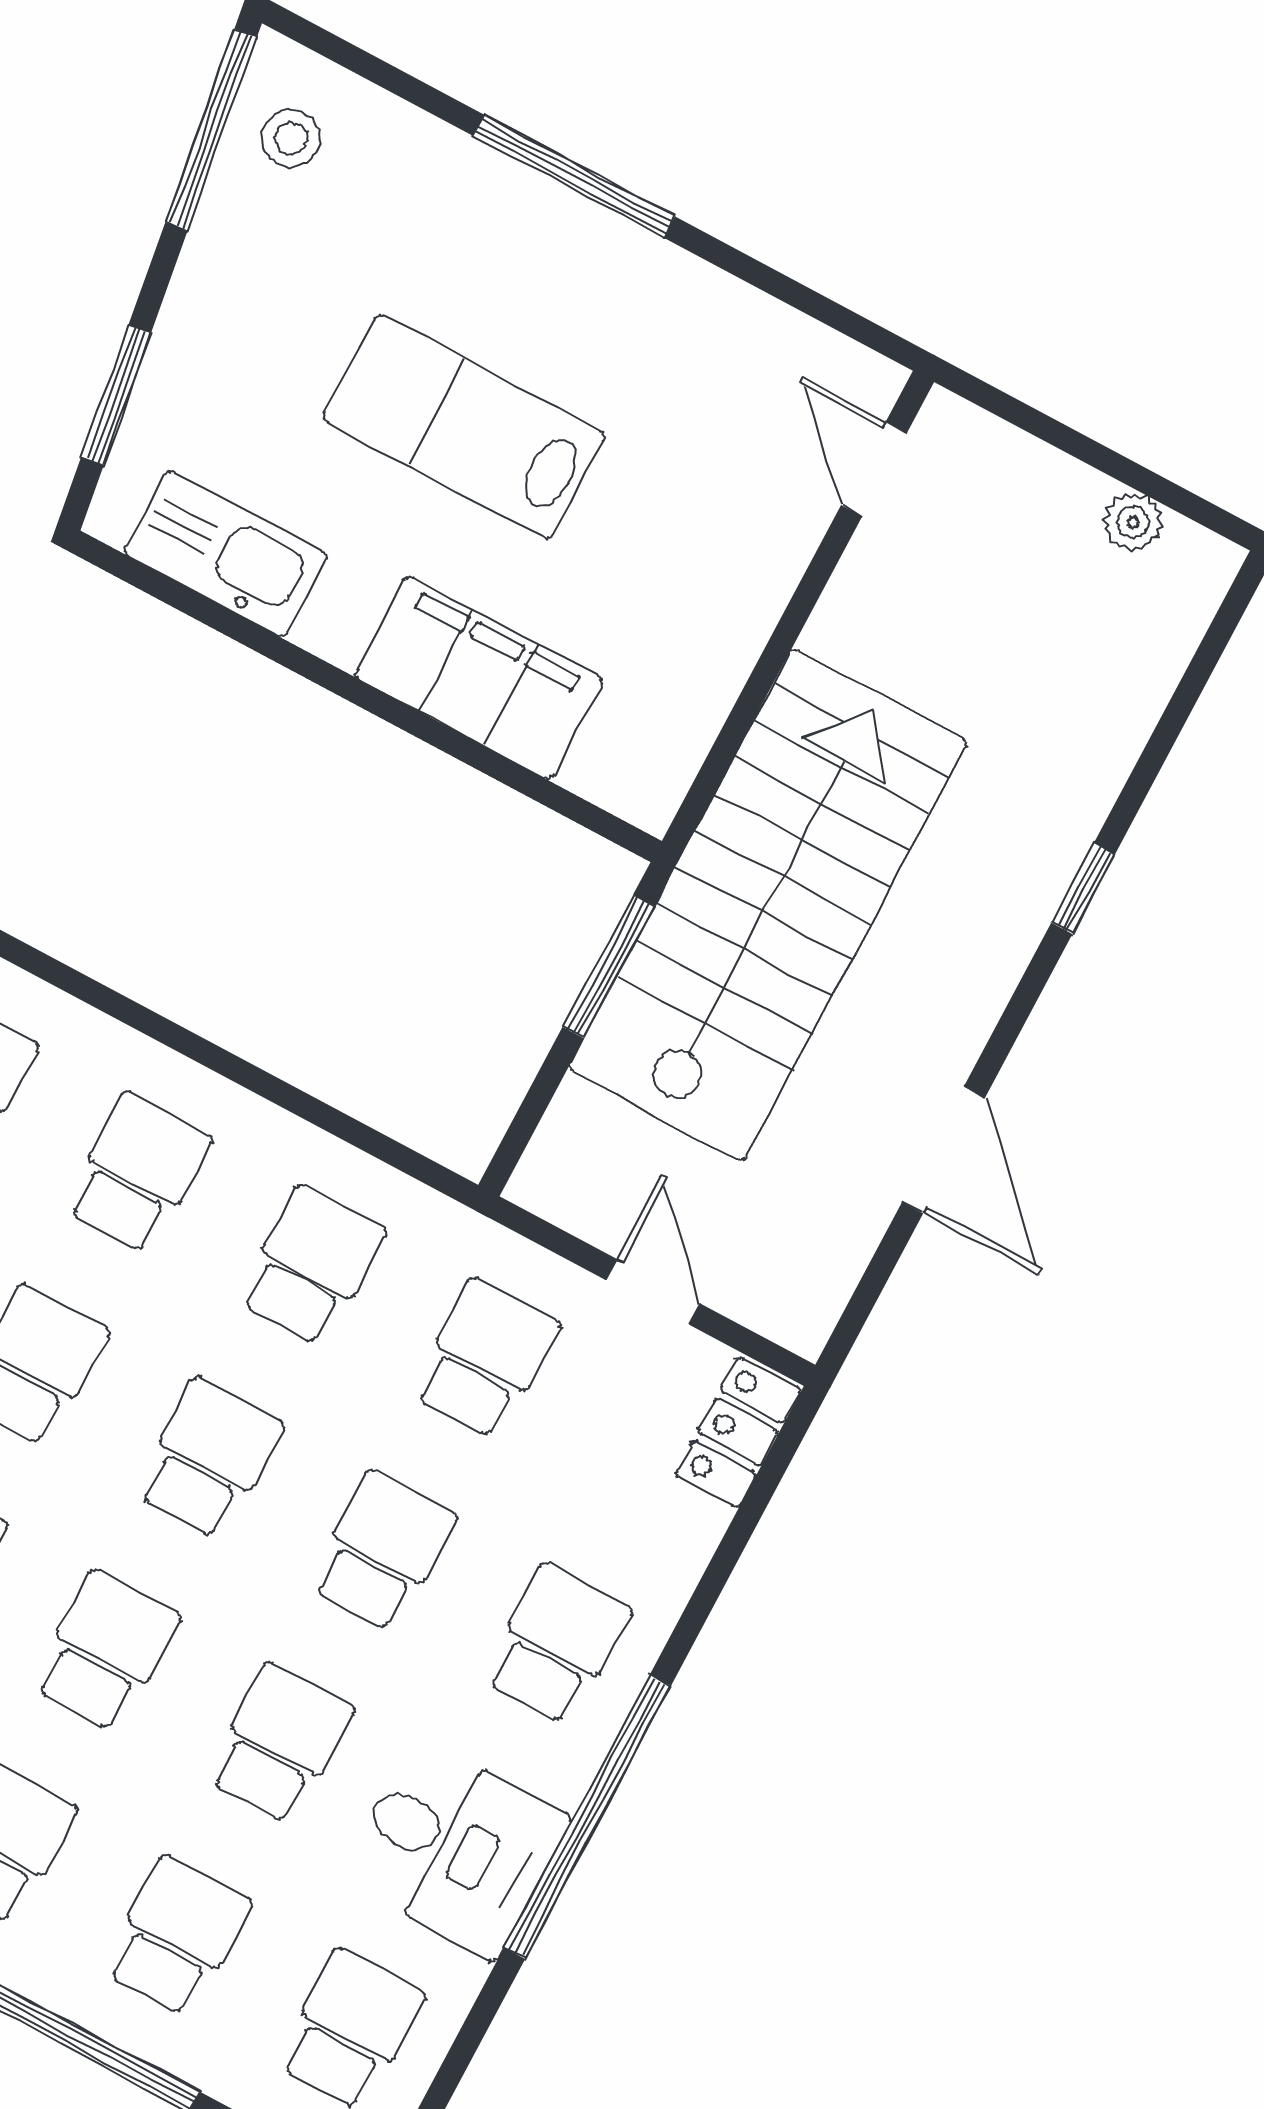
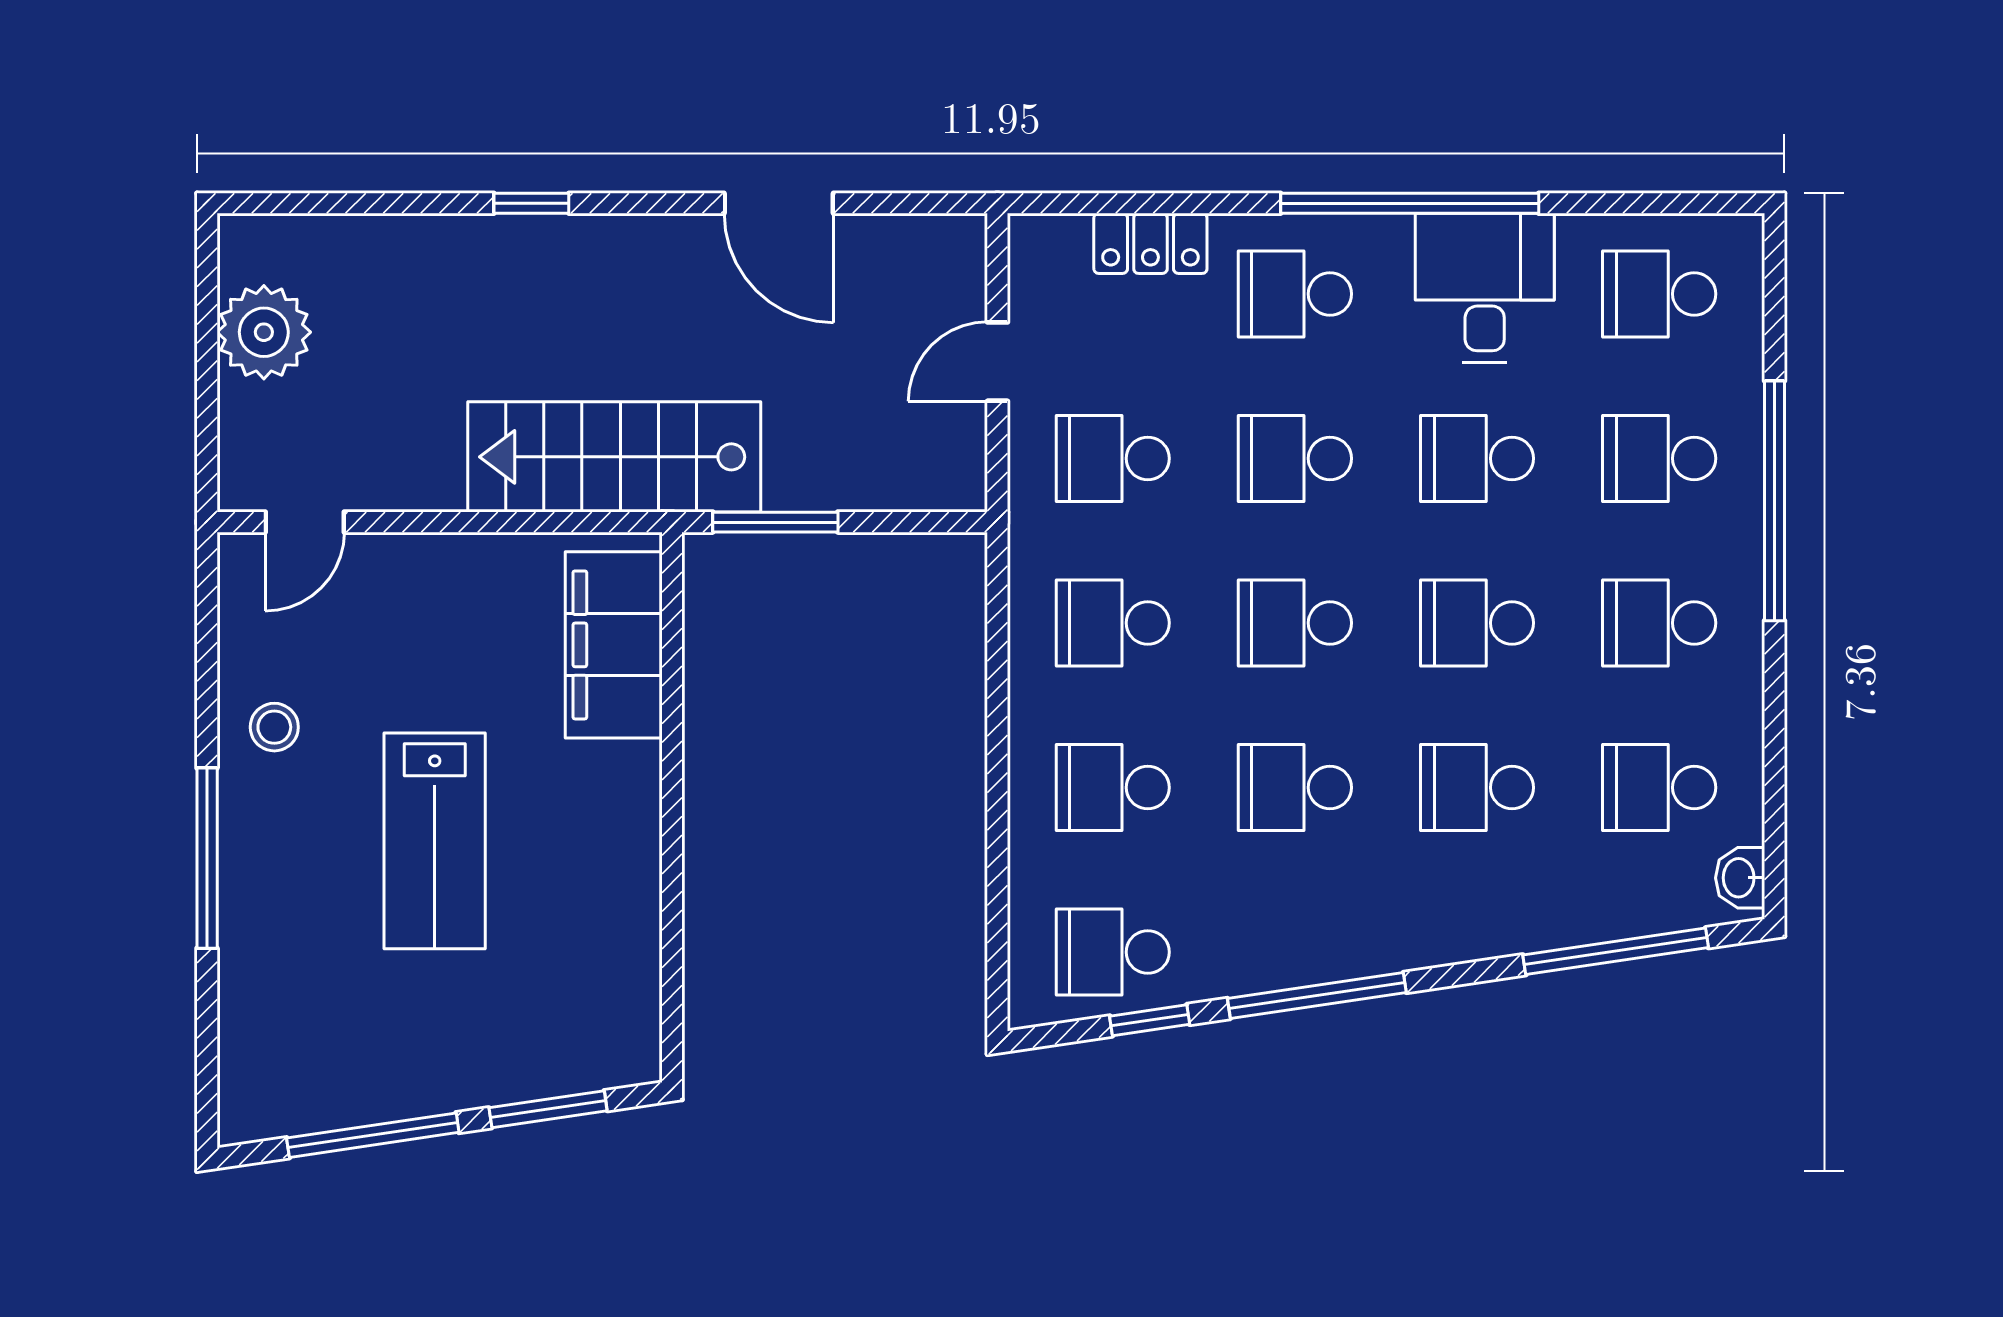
window: (211, 130) -> (373, 1135), moved
stool: (291, 138) -> (274, 727), moved
plant: (1133, 522) -> (264, 332), width x1.87, depth x1.87
kitchen sink: (226, 553) -> (622, 966), removed
filing cabinet: (479, 677) -> (614, 645), moved
stairs: (768, 905) -> (614, 457), width x0.73, depth x0.66
door: (943, 1150) -> (779, 203), swing flipped
locker: (738, 1432) -> (1150, 243), moved

